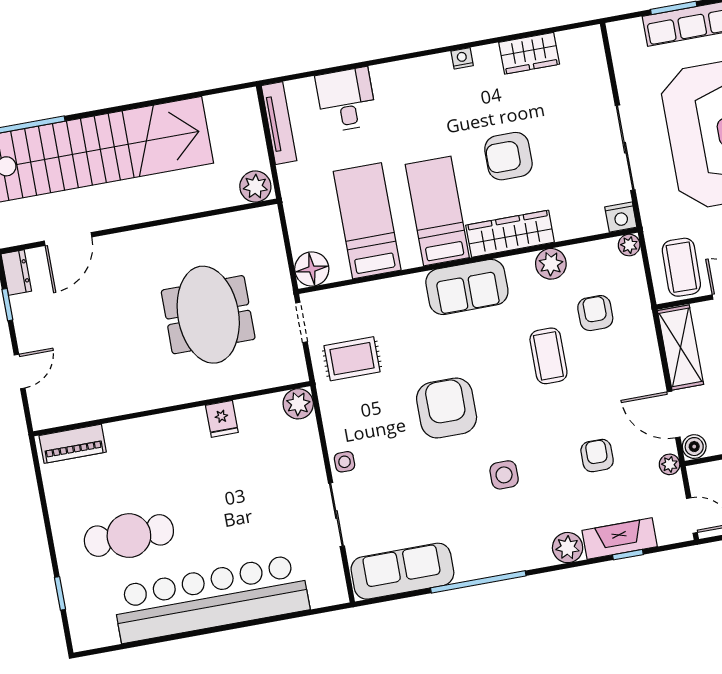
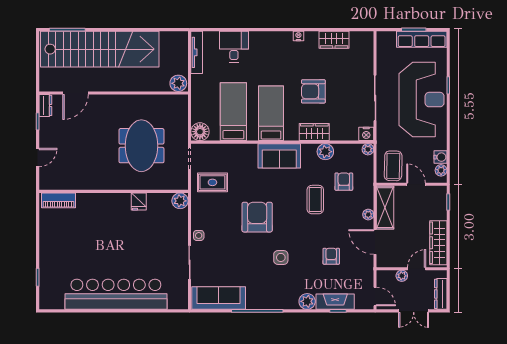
wardrobe: (510, 234) -> (314, 132), width x0.67
boiler: (694, 447) -> (383, 261), removed
plant: (670, 464) -> (368, 215), moved
cafe table: (129, 536) -> (79, 254), removed

